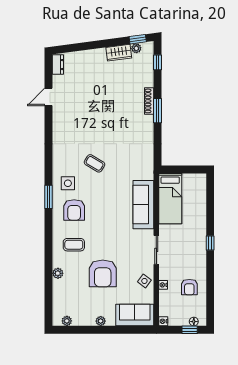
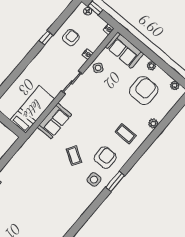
coffee table: (95, 163) -> (74, 156), moved
sofa: (143, 205) -> (54, 121), width x0.73
window: (210, 243) -> (46, 38), moved
armchair: (103, 273) -> (144, 90), moved

